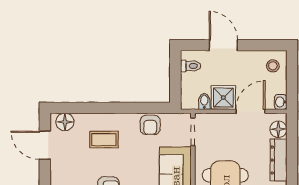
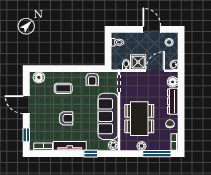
door: (223, 45) -> (152, 29), moved
door: (45, 145) -> (26, 105), moved

